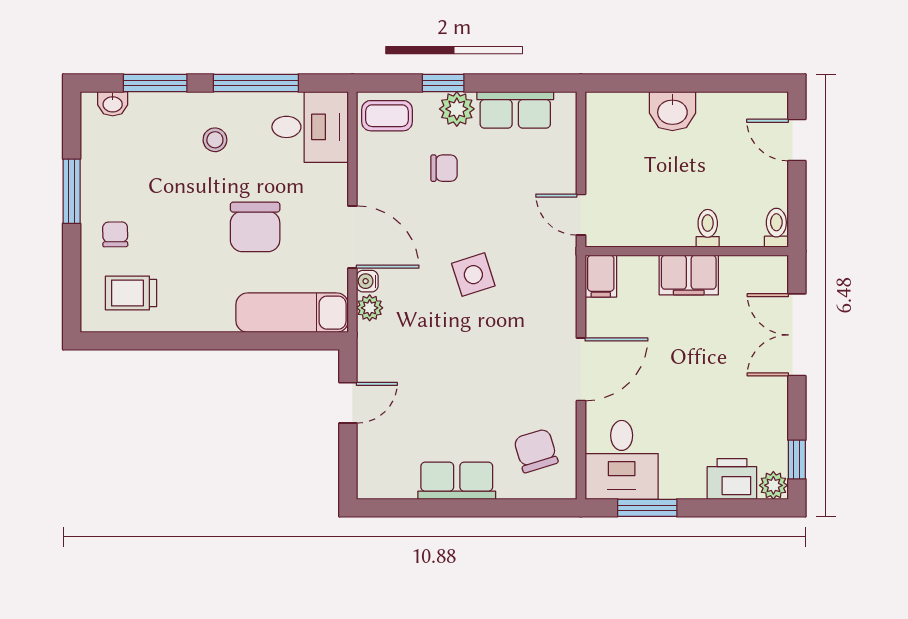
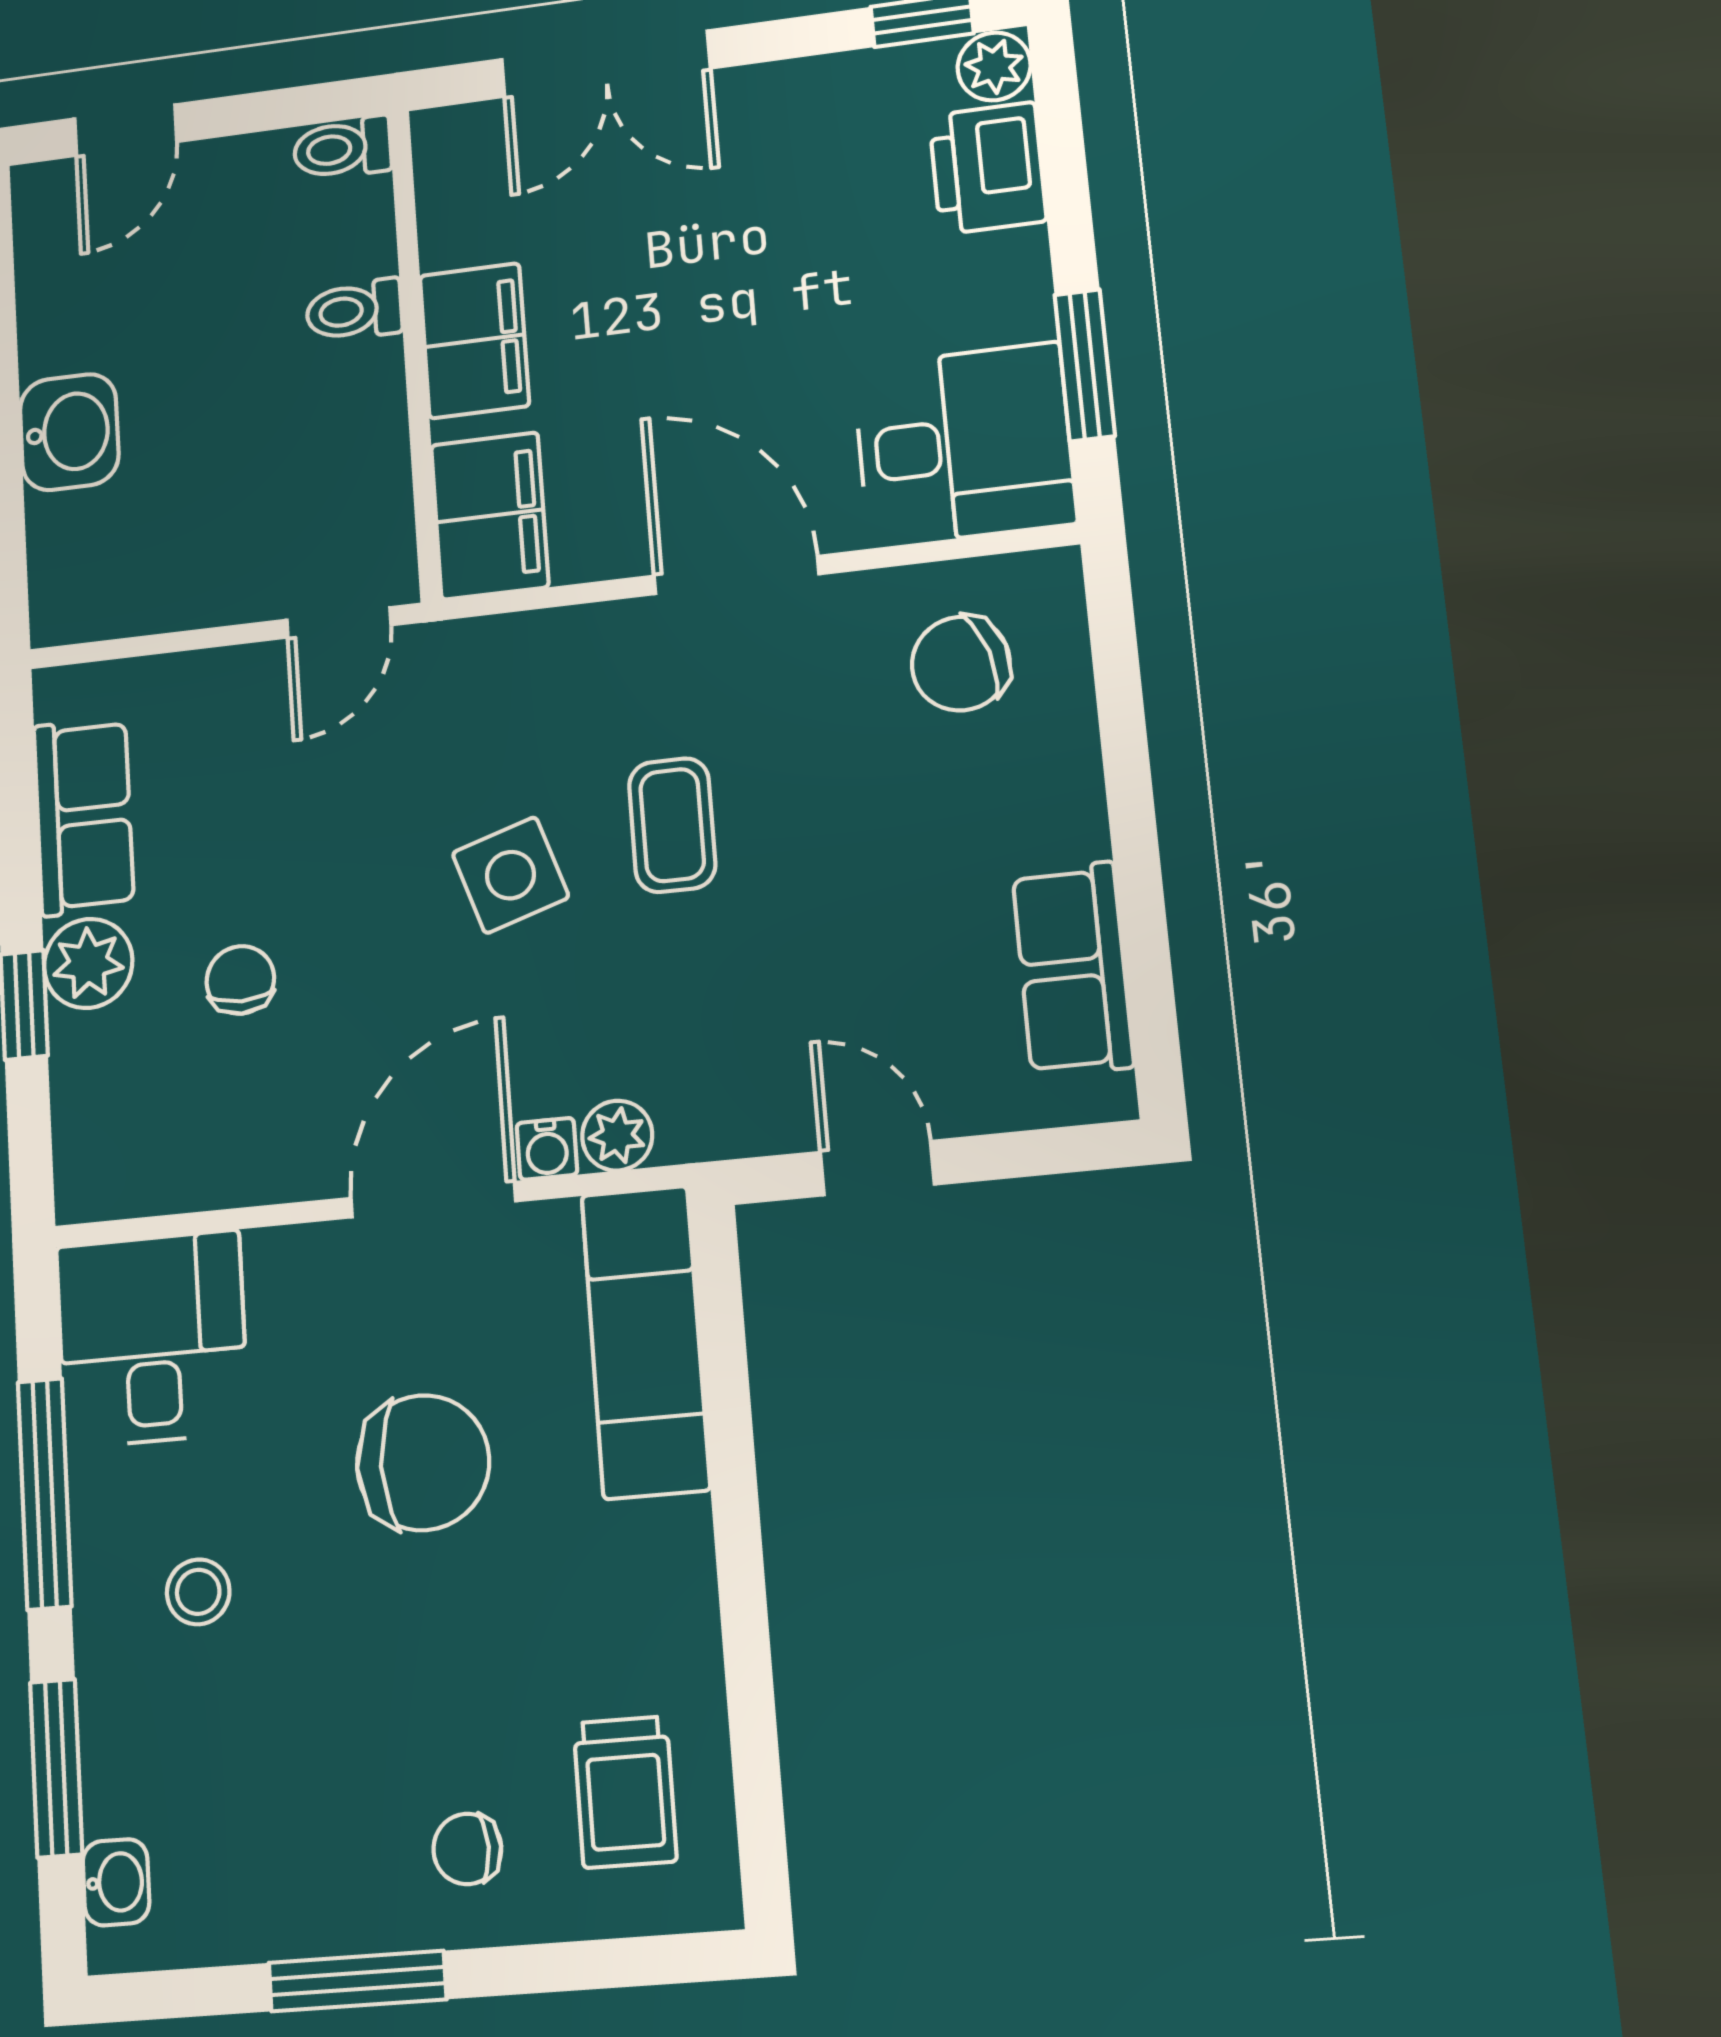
coffee table: (387, 116) -> (672, 825), moved
filing cabinet: (601, 276) -> (490, 516), width x2.00
row of seats: (457, 481) -> (1073, 969), moved

